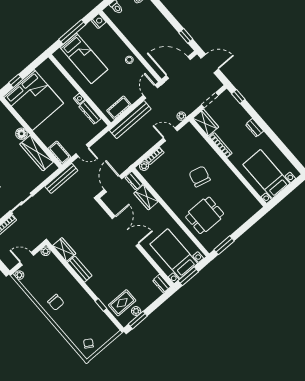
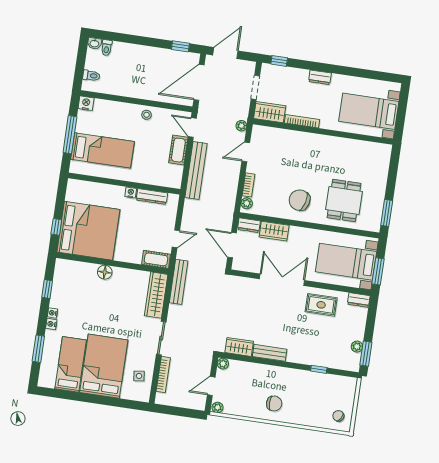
cot: (119, 108) -> (178, 150), moved
wardrobe: (37, 153) -> (156, 295), moved, turned 90
chair: (200, 176) -> (300, 200), moved
rug: (122, 303) -> (321, 305), moved, turned 90

